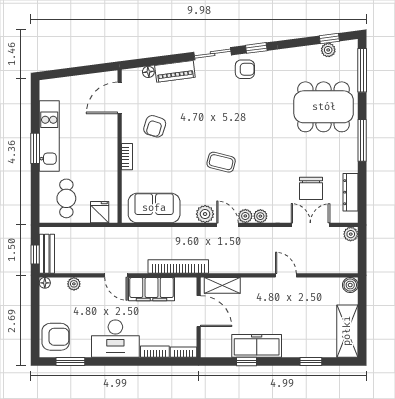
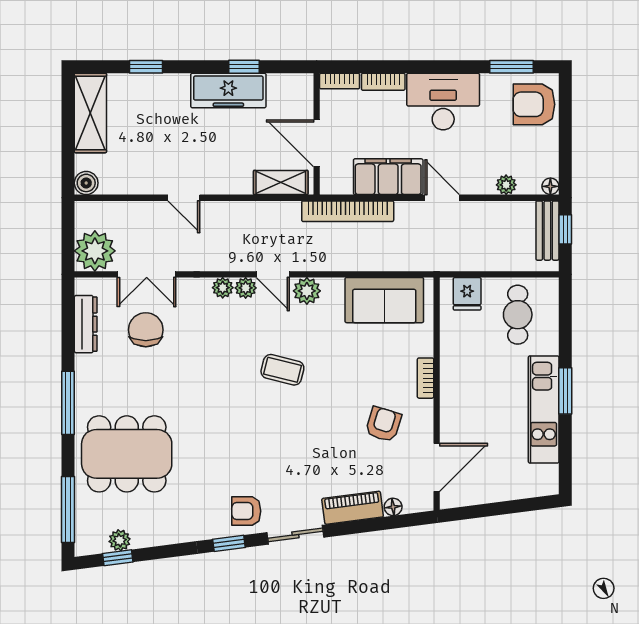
plant: (351, 234) -> (95, 251), width x1.87, depth x1.87

